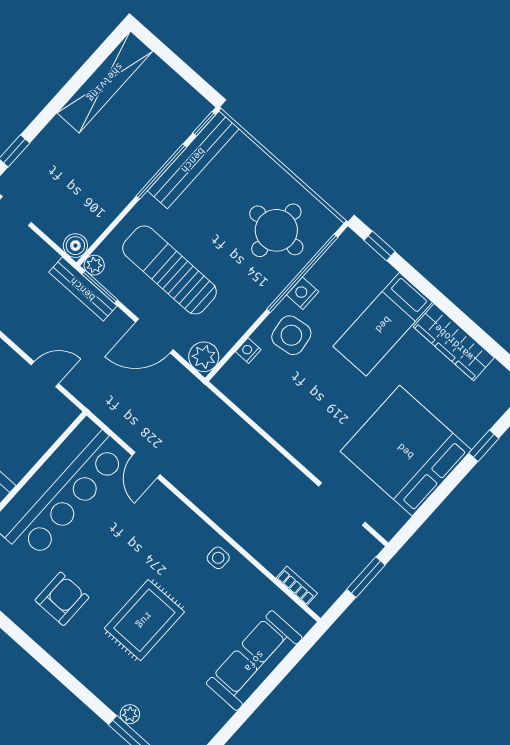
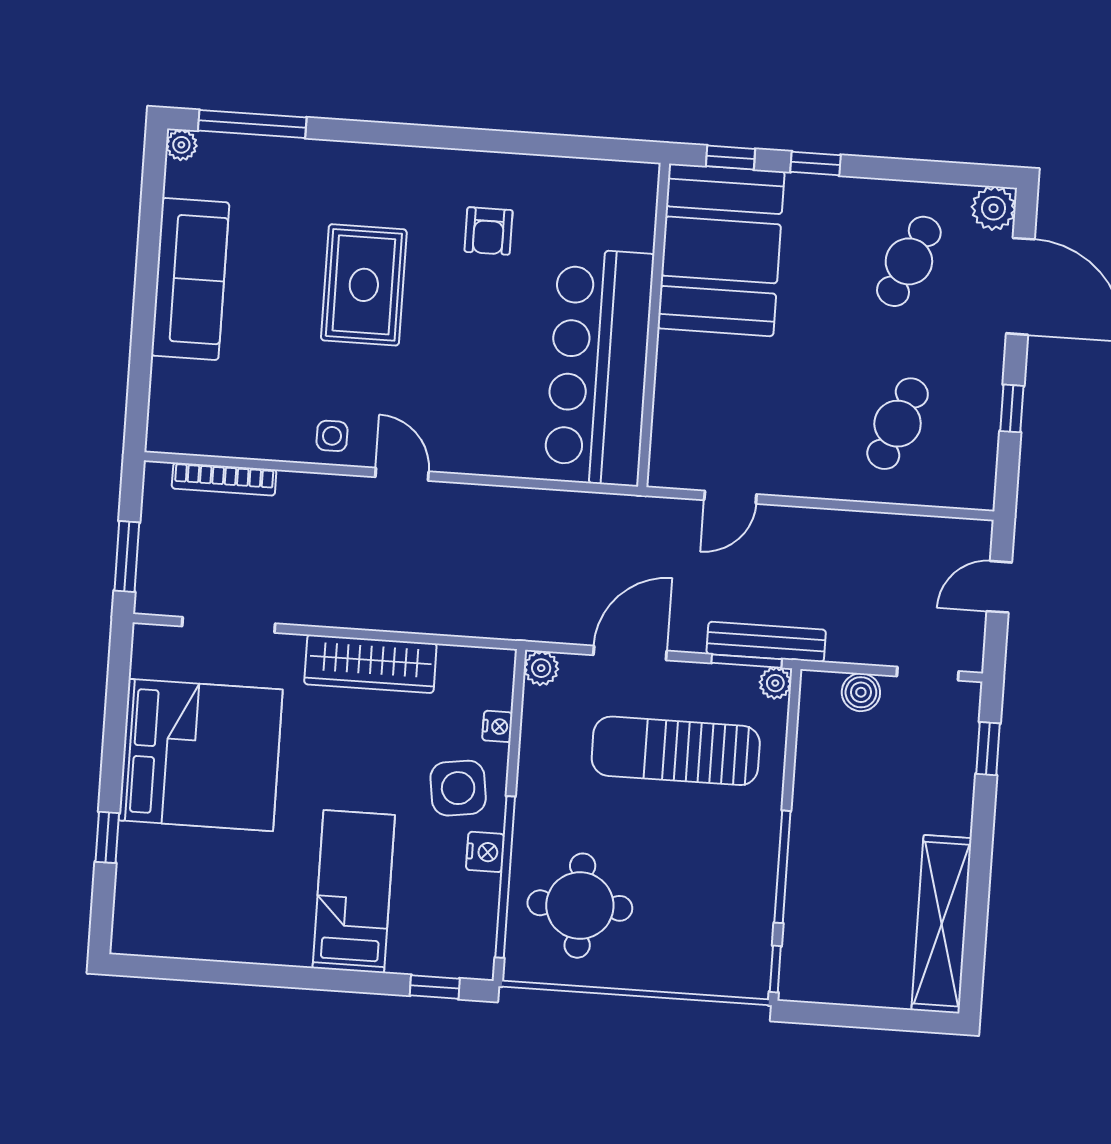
bench: (193, 160) -> (754, 913), removed
boiler: (75, 246) -> (861, 692), moved
sun lounger: (169, 270) -> (676, 751), turned 180
wardrobe: (454, 342) -> (370, 664), moved, turned 180
plant: (204, 357) -> (541, 668), width x0.73, depth x0.73
door: (146, 465) -> (402, 474), moved
bookcase: (297, 586) -> (224, 479), width x1.56
armchair: (62, 599) -> (489, 231), width x0.72, depth x0.72
sofa: (254, 661) -> (190, 279), moved
plant: (130, 714) -> (290, 152), removed

